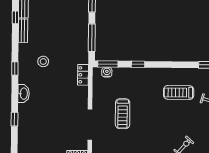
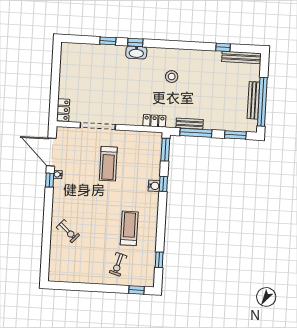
bench: (23, 31) -> (190, 124), moved
window: (15, 69) -> (135, 42), moved
water cooler: (107, 72) -> (154, 186), moved
treadmill: (123, 114) -> (108, 164), turned -90

